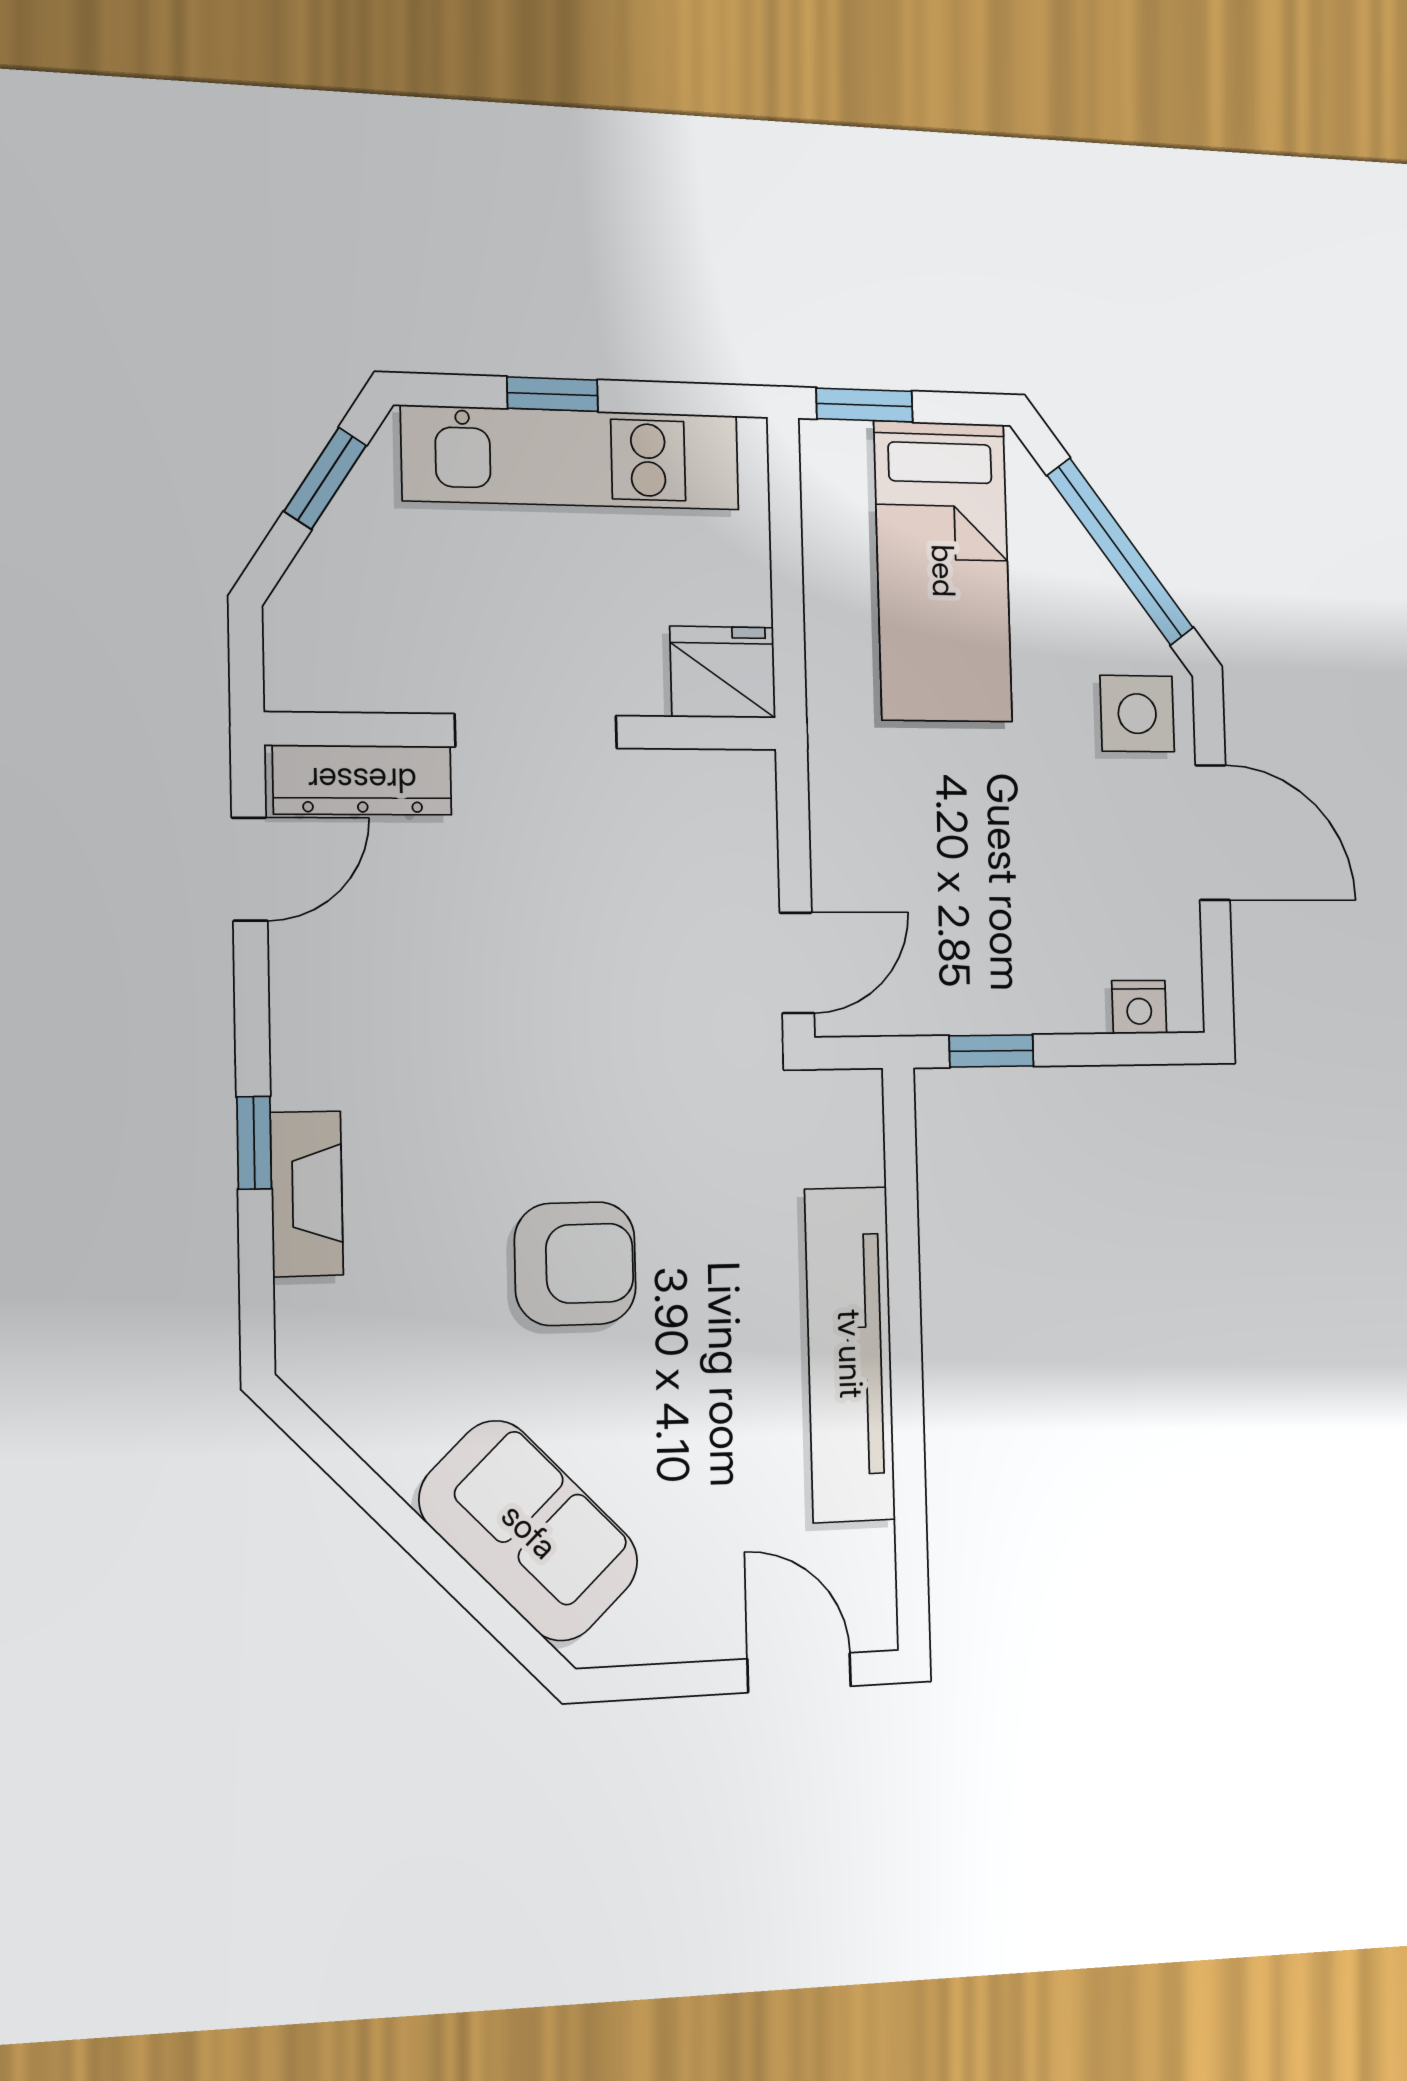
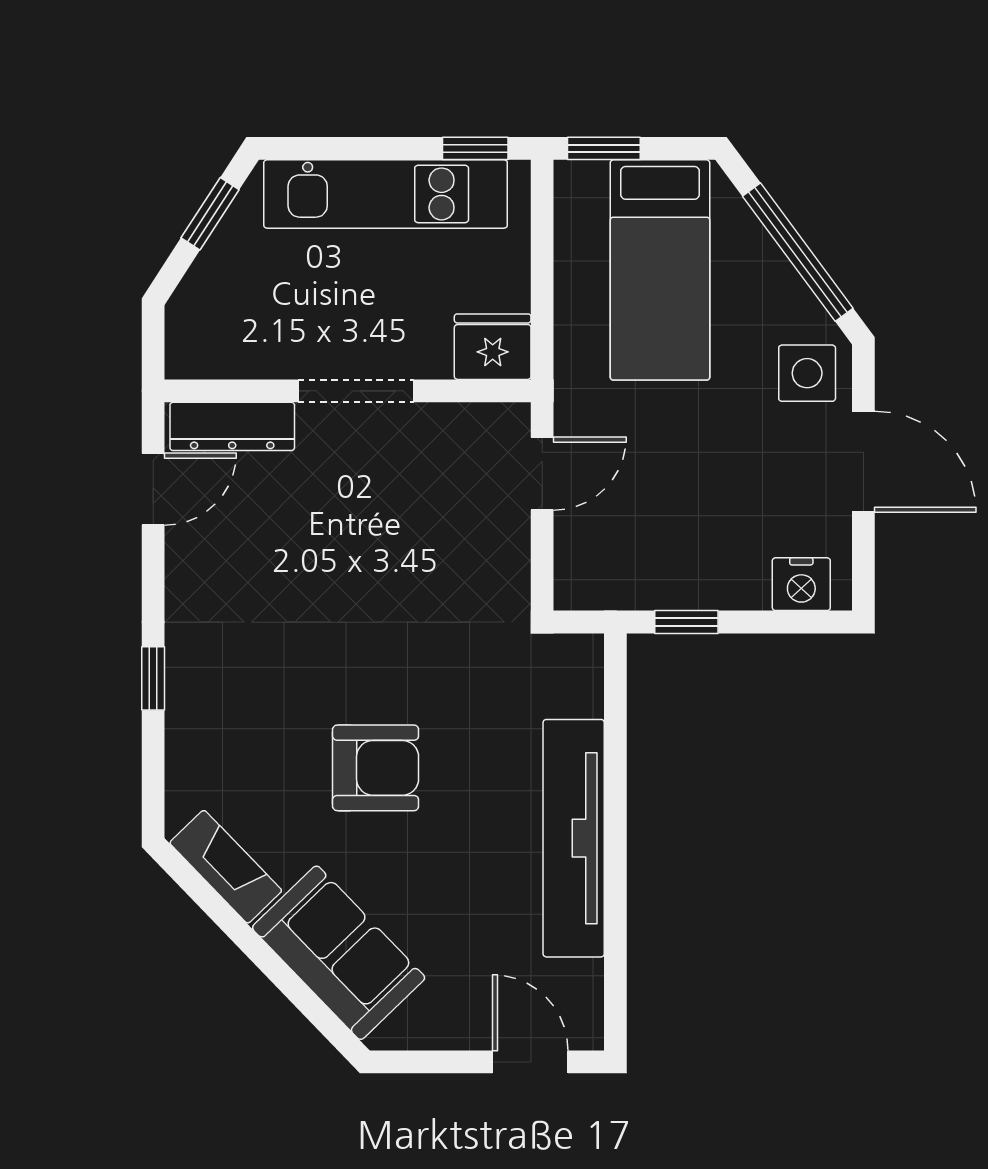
window: (553, 394) -> (475, 148), moved
door: (797, 963) -> (542, 474), moved
nightstand: (1139, 1007) -> (801, 584), width x1.39, depth x1.35
fireplace: (307, 1194) -> (226, 867), moved, turned -44

